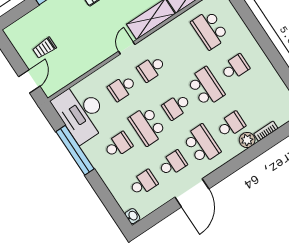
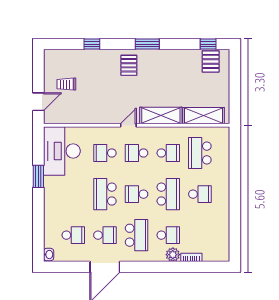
school desk: (118, 145) -> (168, 153), moved
window: (75, 150) -> (38, 176), width x0.47

